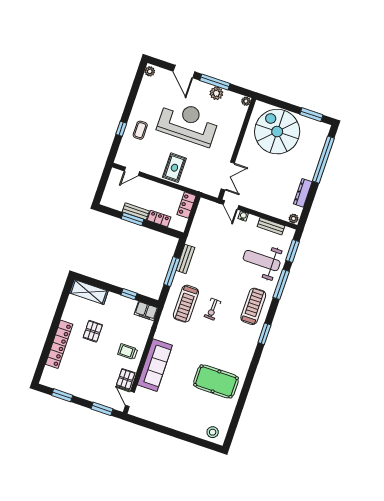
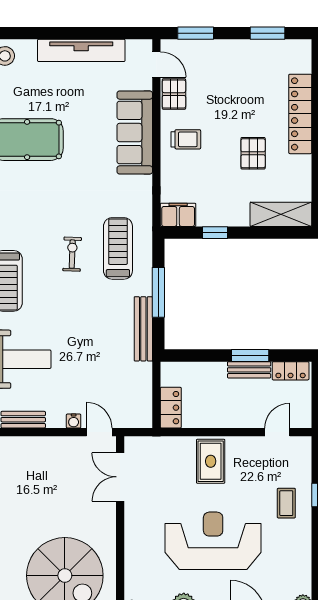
reception desk: (188, 123) -> (213, 541), turned 180
locker: (159, 219) -> (291, 371), moved
bench: (185, 259) -> (143, 329), width x1.36
tv unit: (169, 421) -> (81, 50), added

